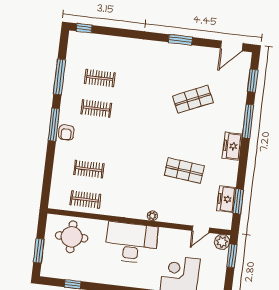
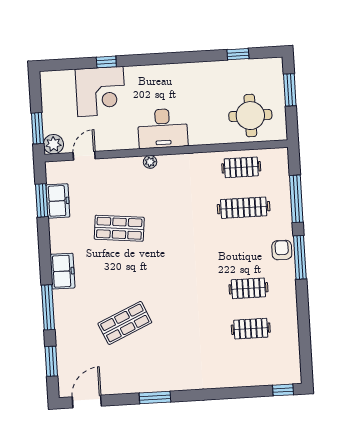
window: (60, 77) -> (296, 199), moved
clothes rail: (89, 169) -> (244, 208), width x1.36
desk: (131, 243) -> (163, 128), width x0.73, depth x0.77

